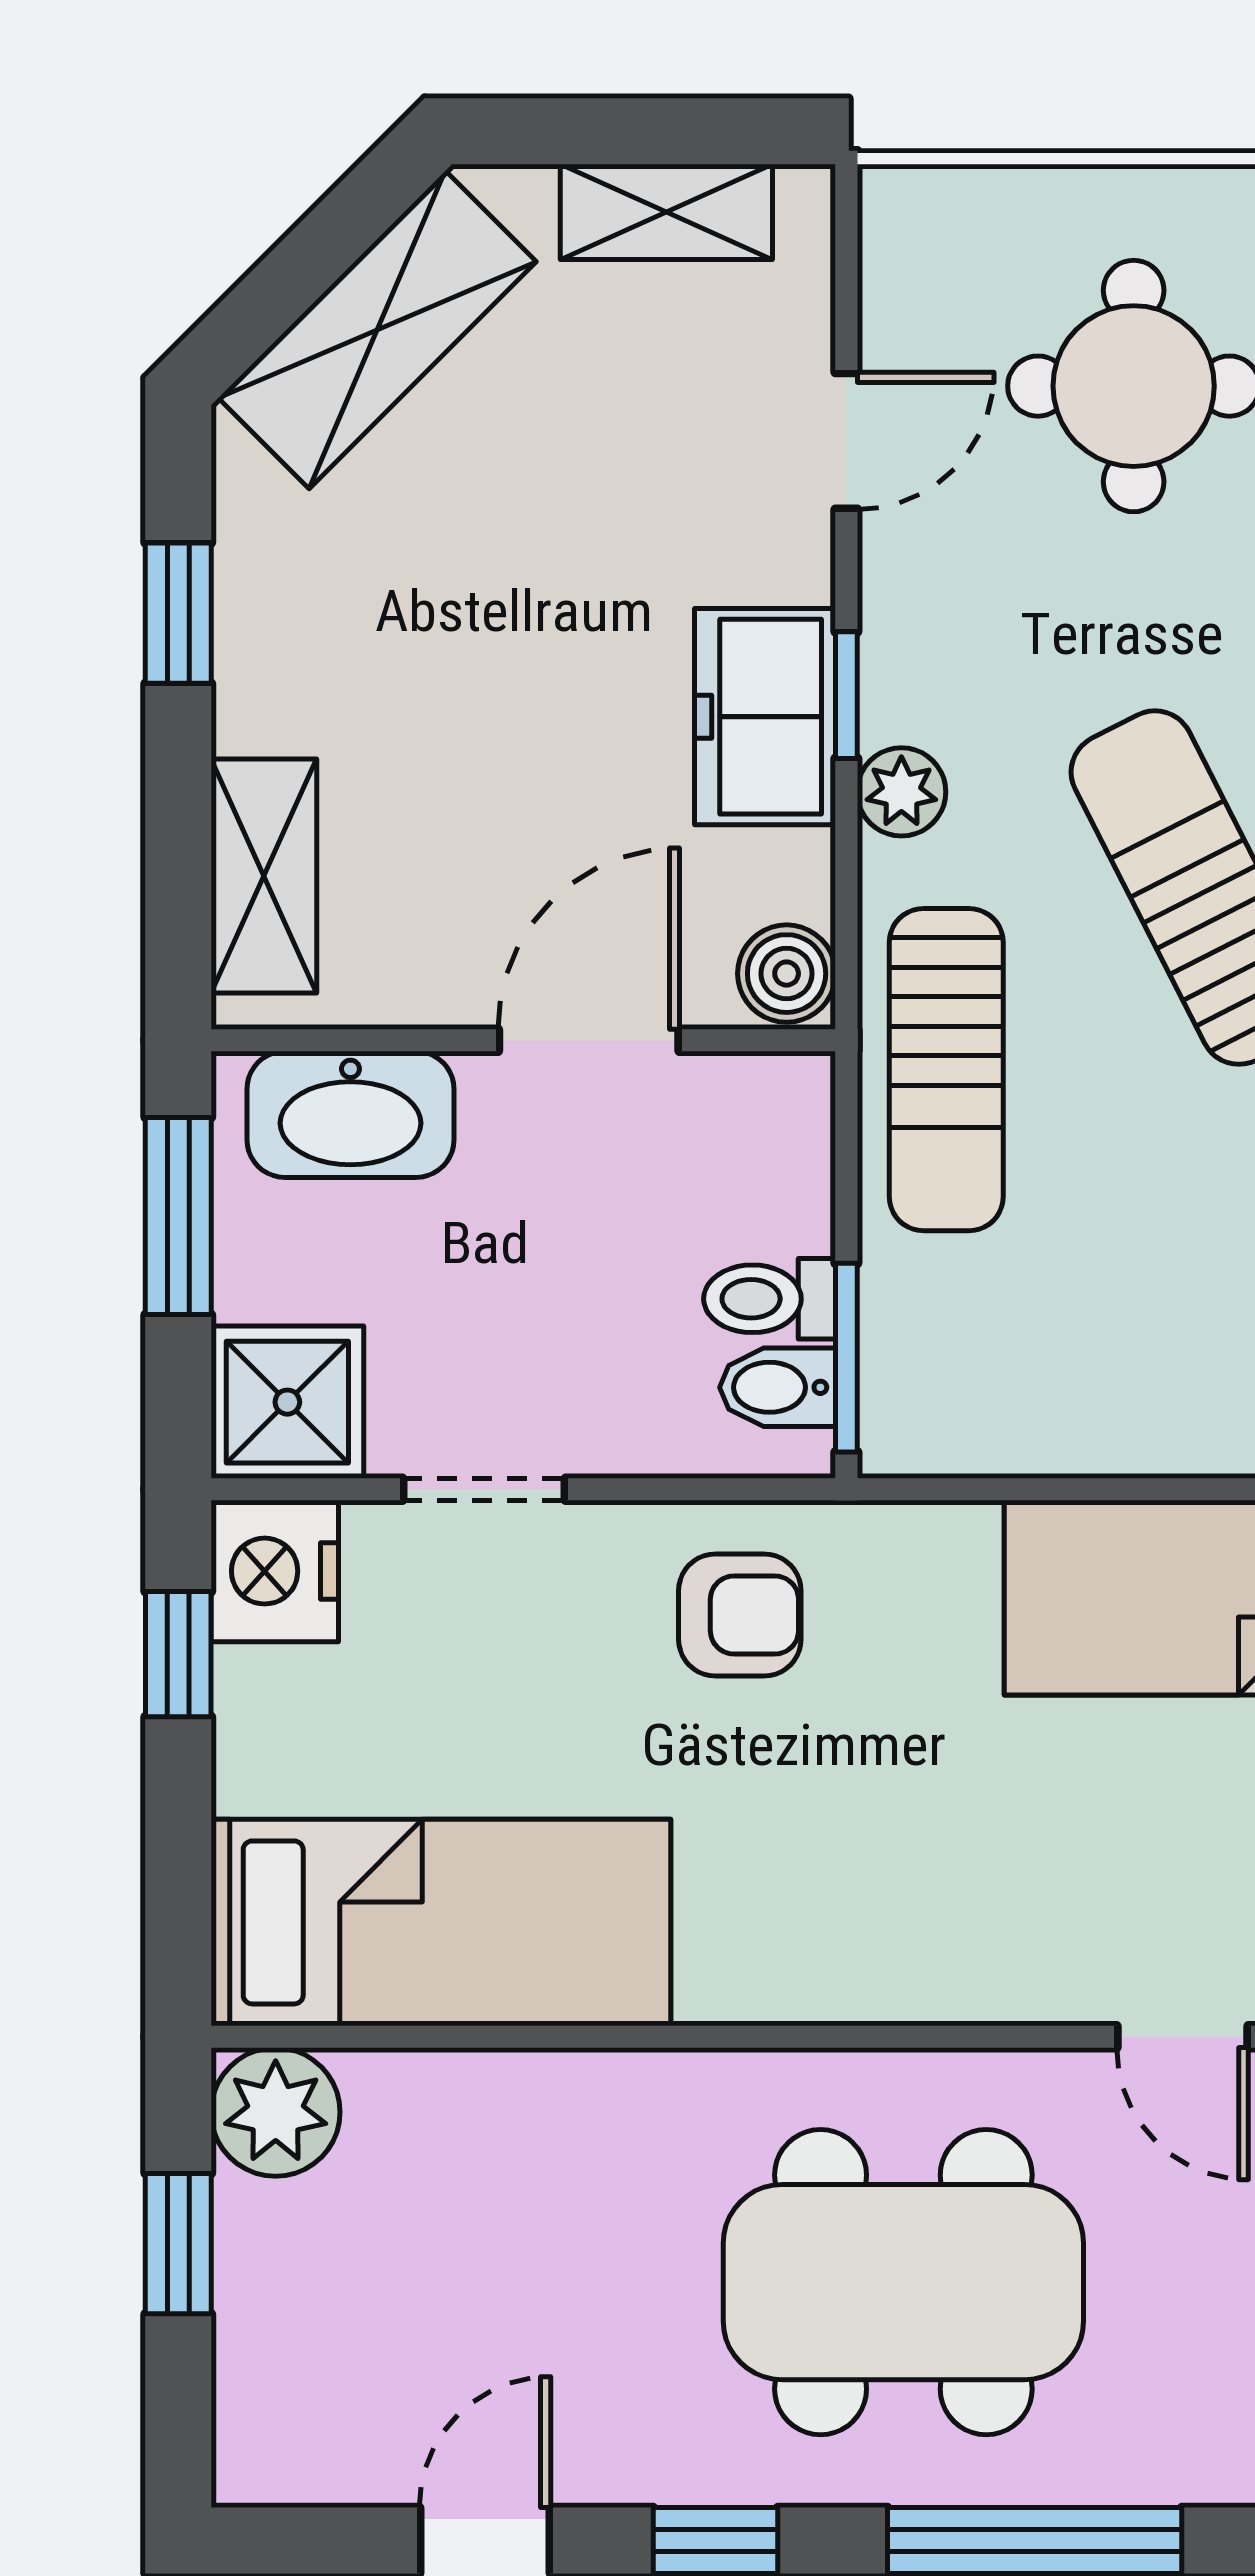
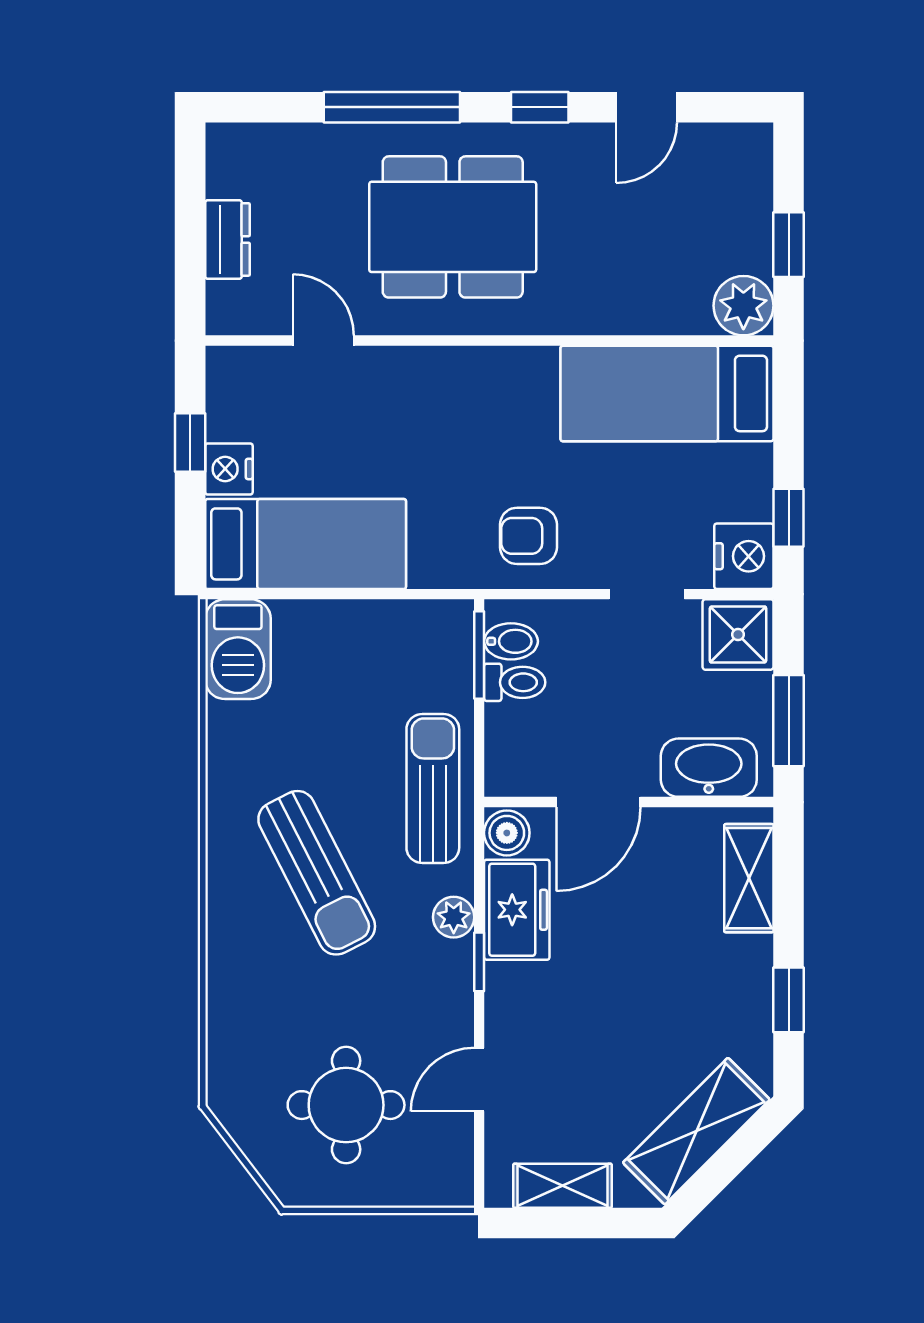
freezer: (765, 717) -> (517, 910), moved

